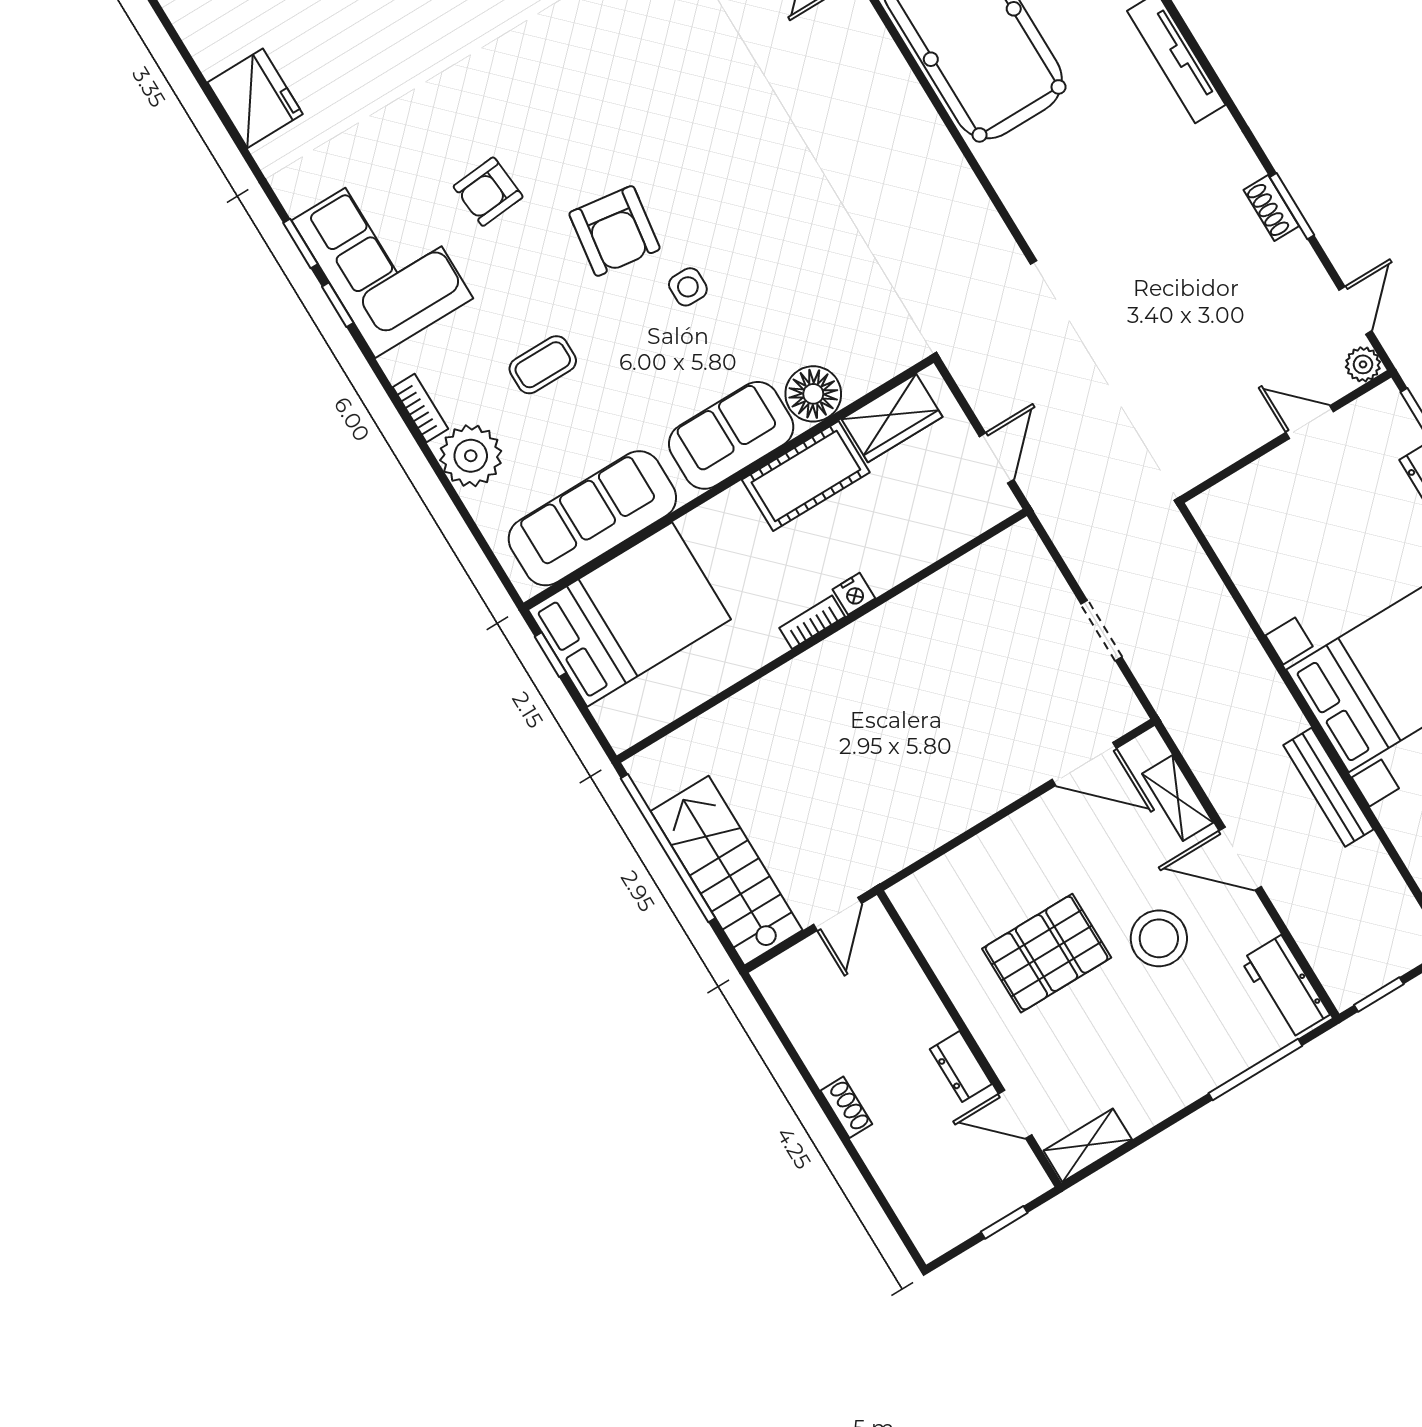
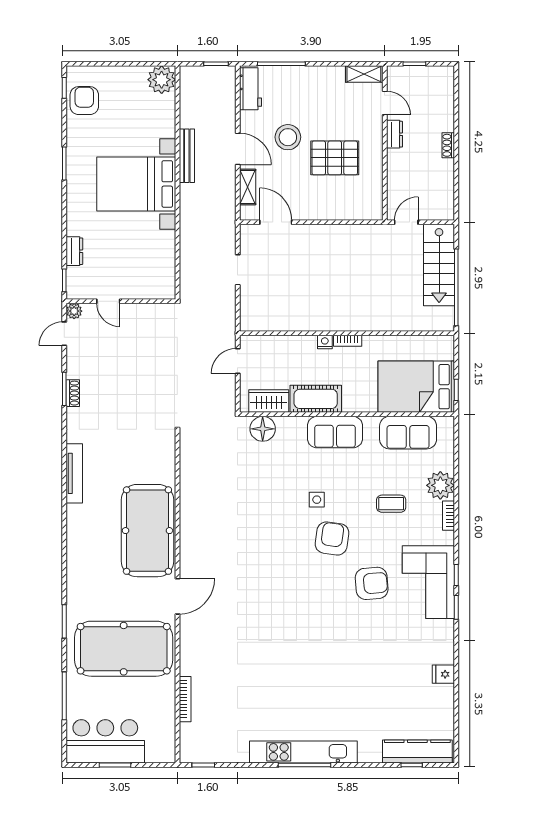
fridge: (255, 98) -> (443, 674), width x0.53, depth x0.75
armchair: (488, 192) -> (372, 583), width x1.38, depth x1.38
floor lamp: (813, 394) -> (263, 429), moved
sofa: (592, 518) -> (408, 433), width x0.73

